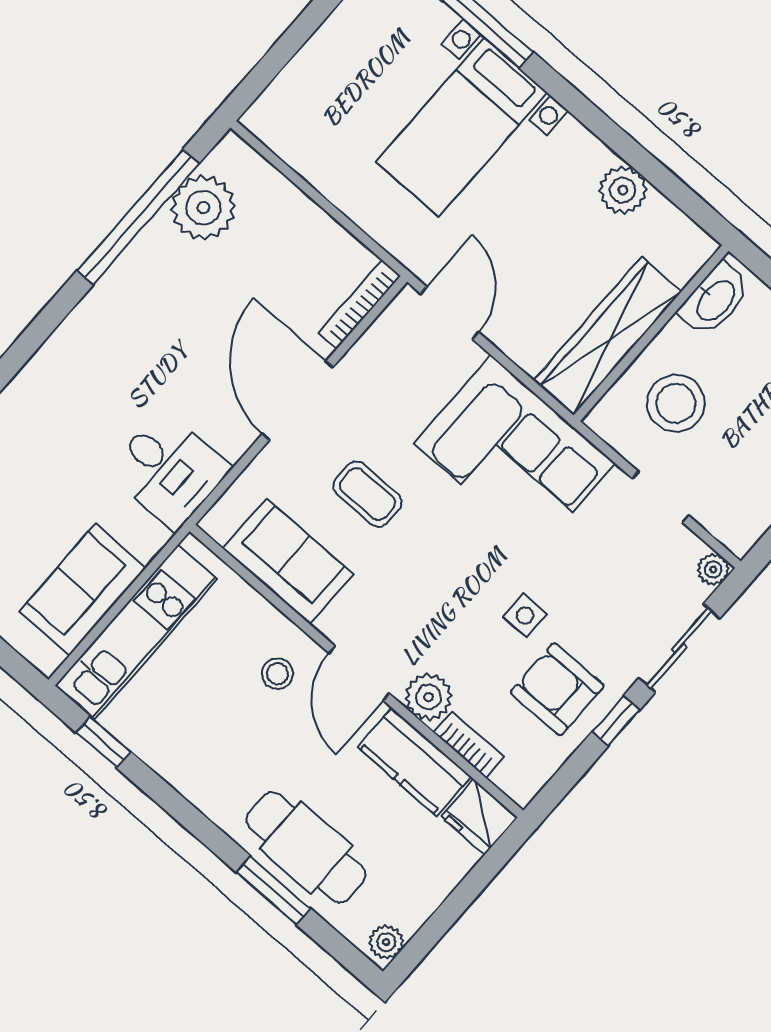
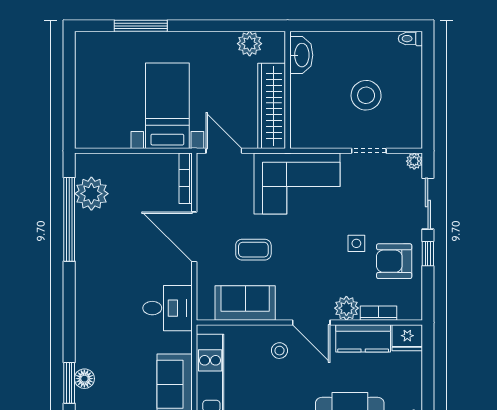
bed with nightstands: (462, 127) -> (167, 106), moved, turned 180
washbasin: (715, 300) -> (301, 55), moved
wall: (651, 333) -> (288, 90), moved
wardrobe: (608, 336) -> (272, 106), moved
stool: (676, 403) -> (366, 95), moved

